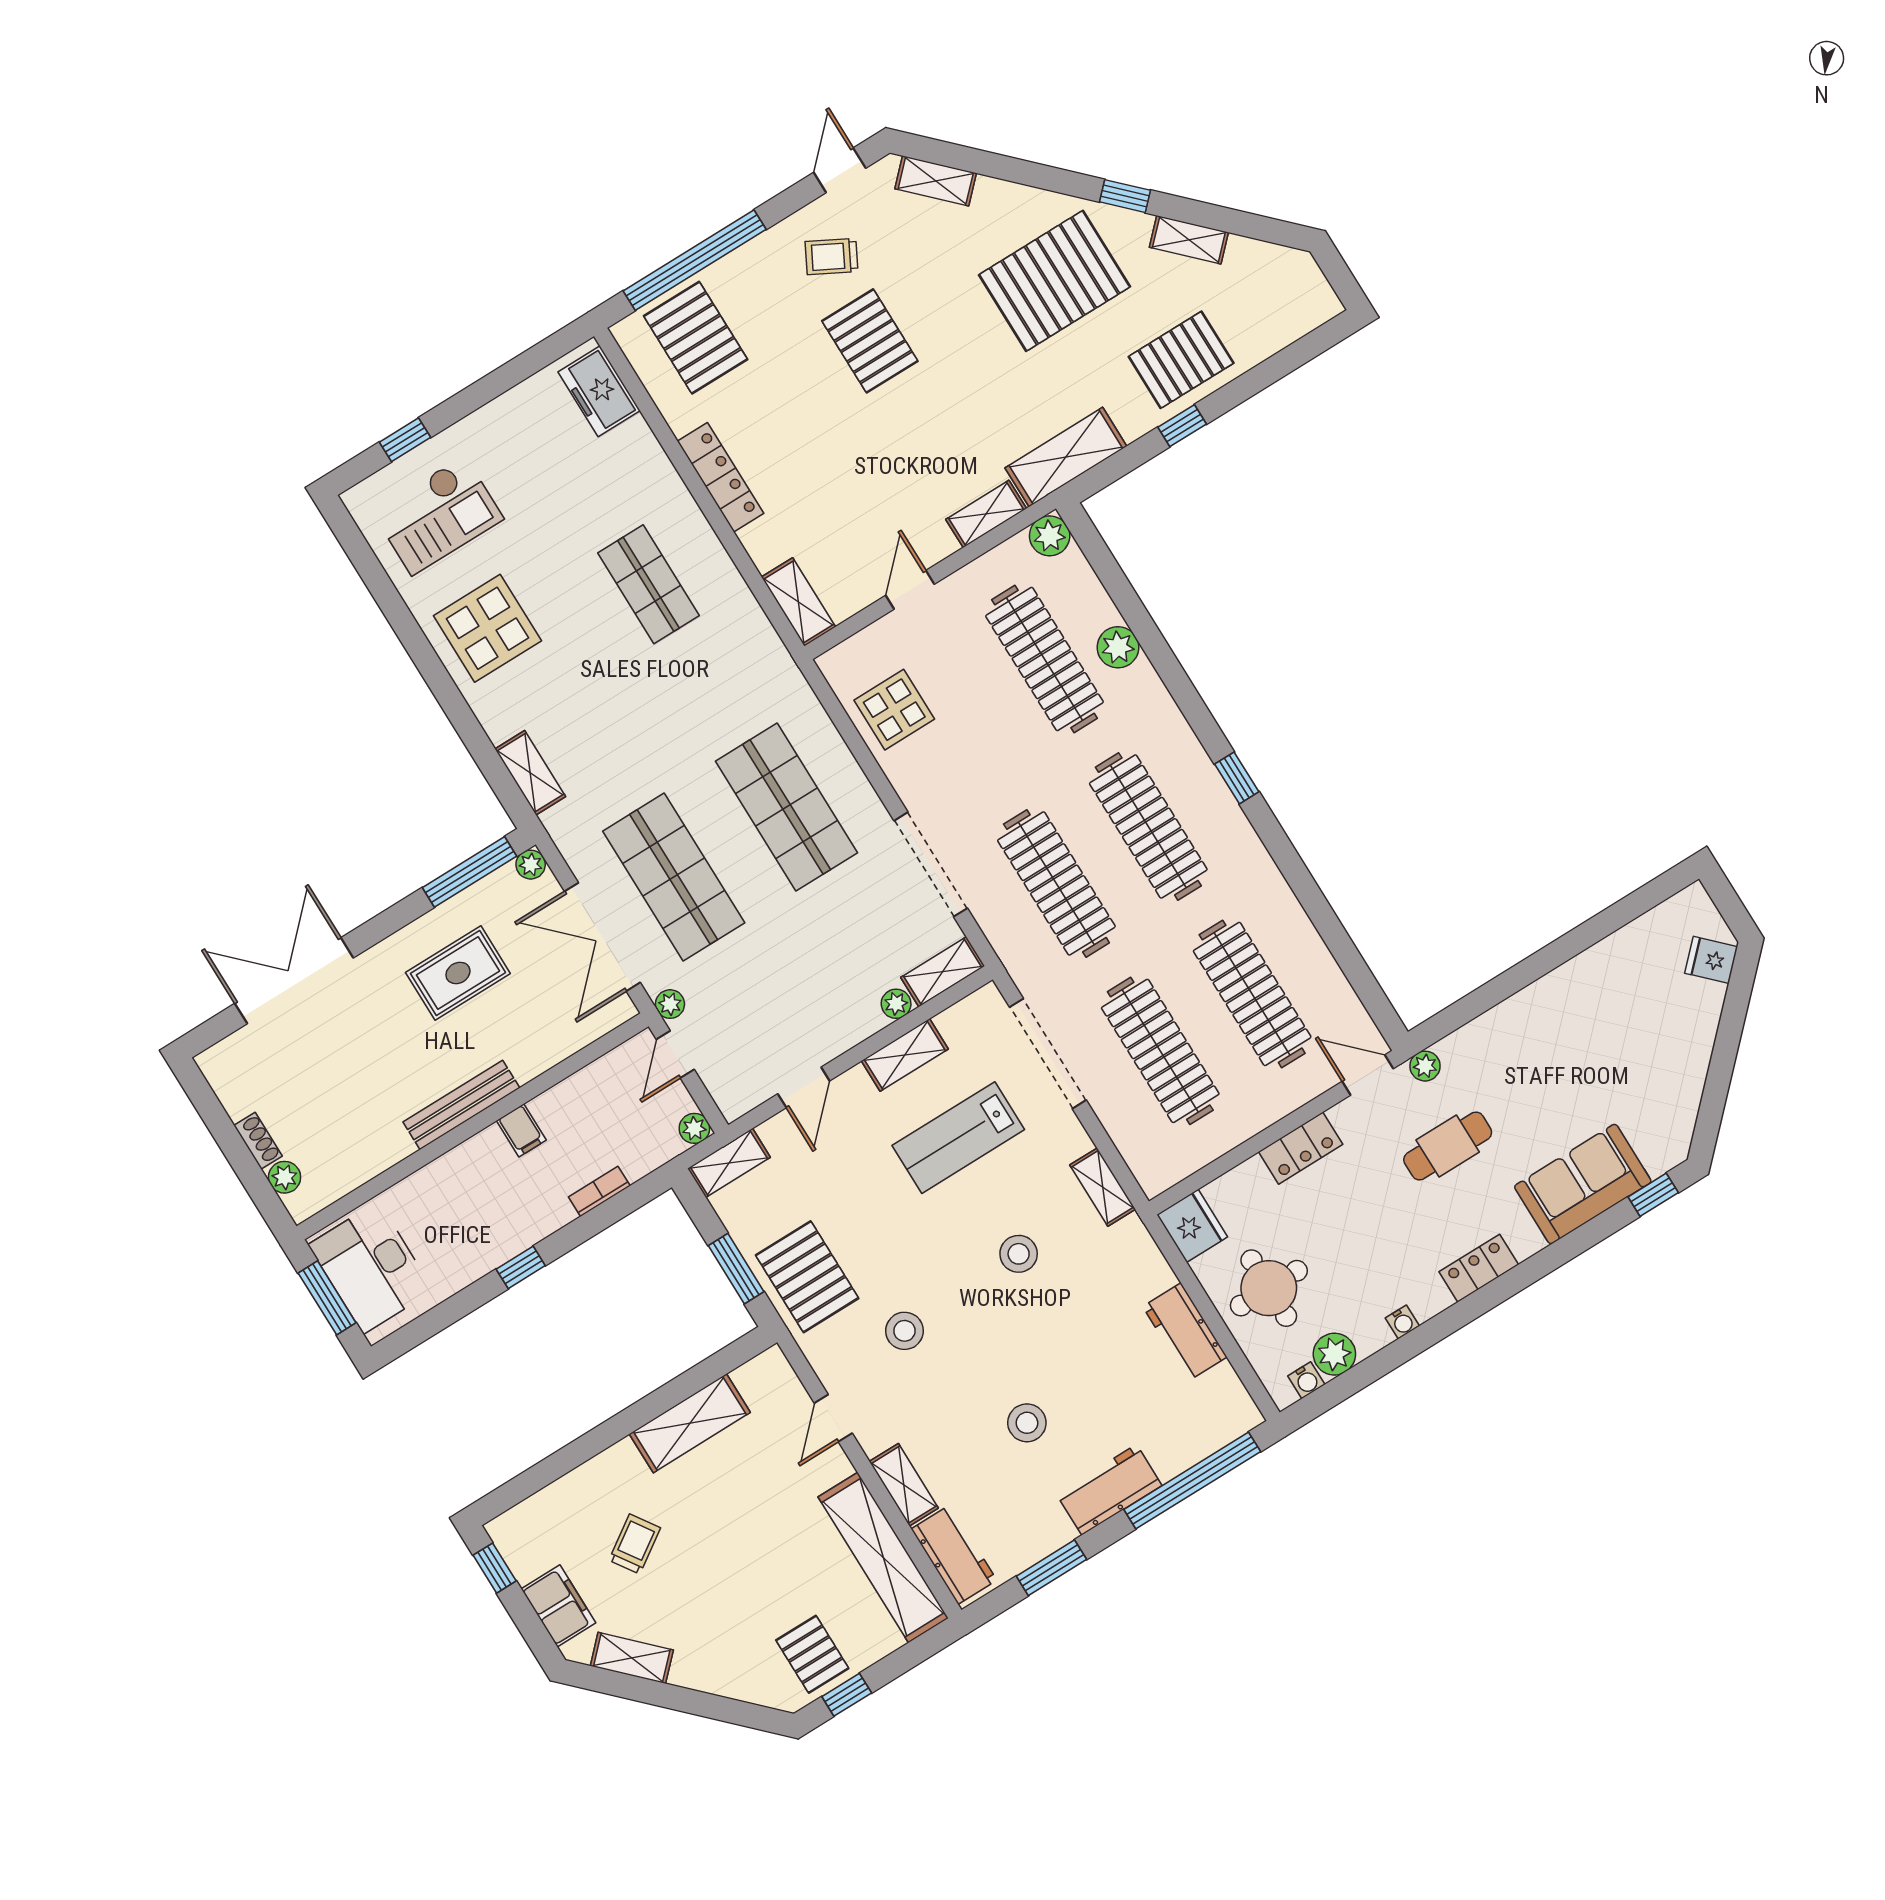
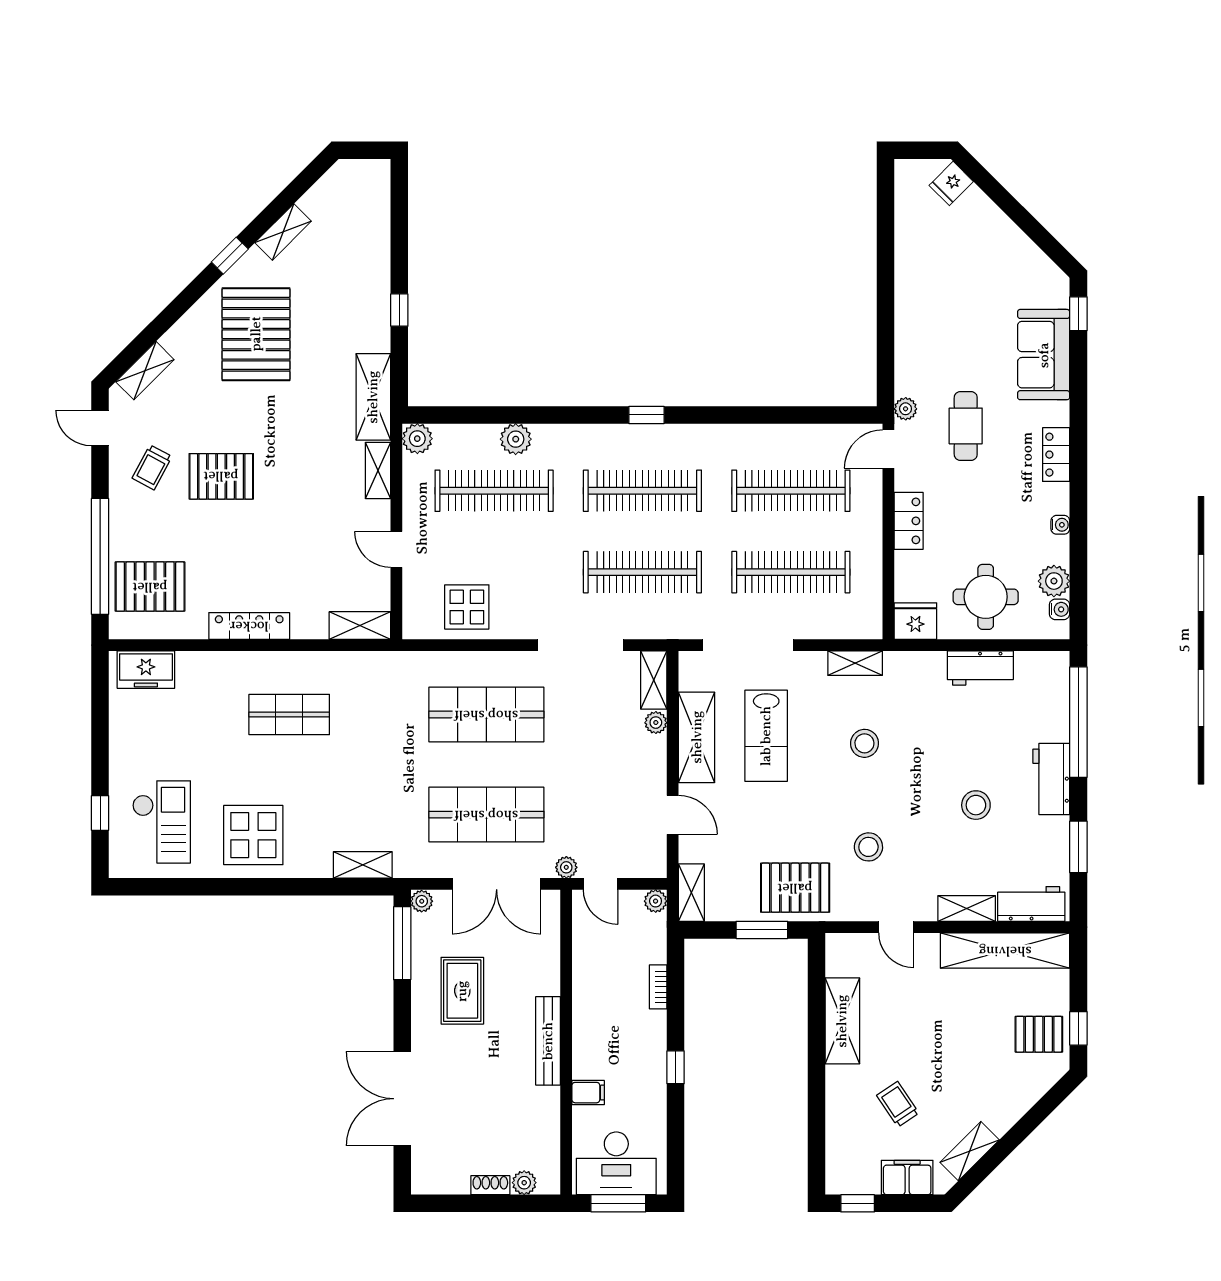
pallet: (1181, 360) -> (357, 285), removed
shelving: (905, 1055) -> (697, 737), width x1.50, depth x1.33
filing cabinet: (521, 1130) -> (588, 1093), moved

